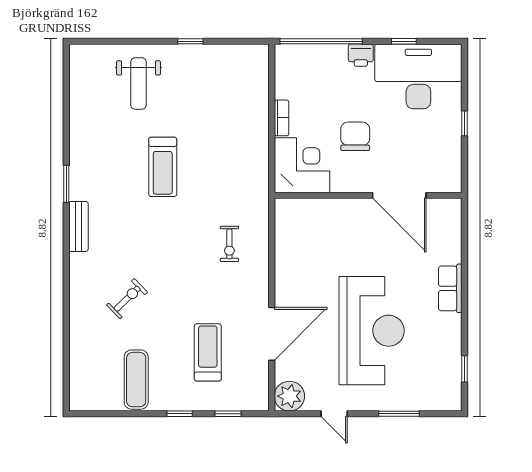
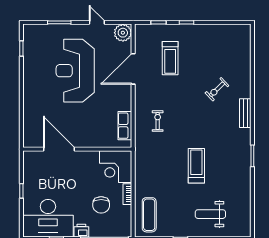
weight bench: (138, 83) -> (210, 214), turned -90
chair: (355, 136) -> (101, 205), moved
bench: (78, 226) -> (245, 113), moved
row of seats: (450, 288) -> (125, 126), moved, turned 180
exercise mat: (136, 380) -> (149, 215), moved

